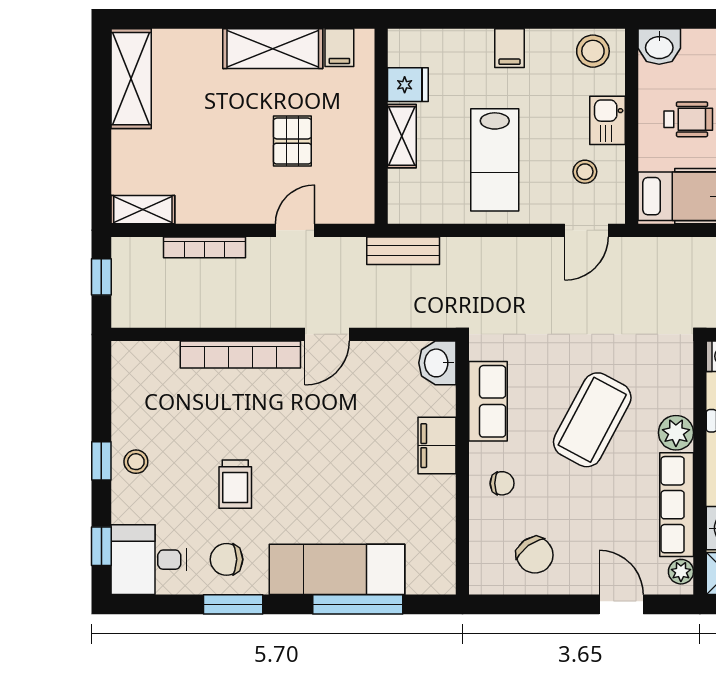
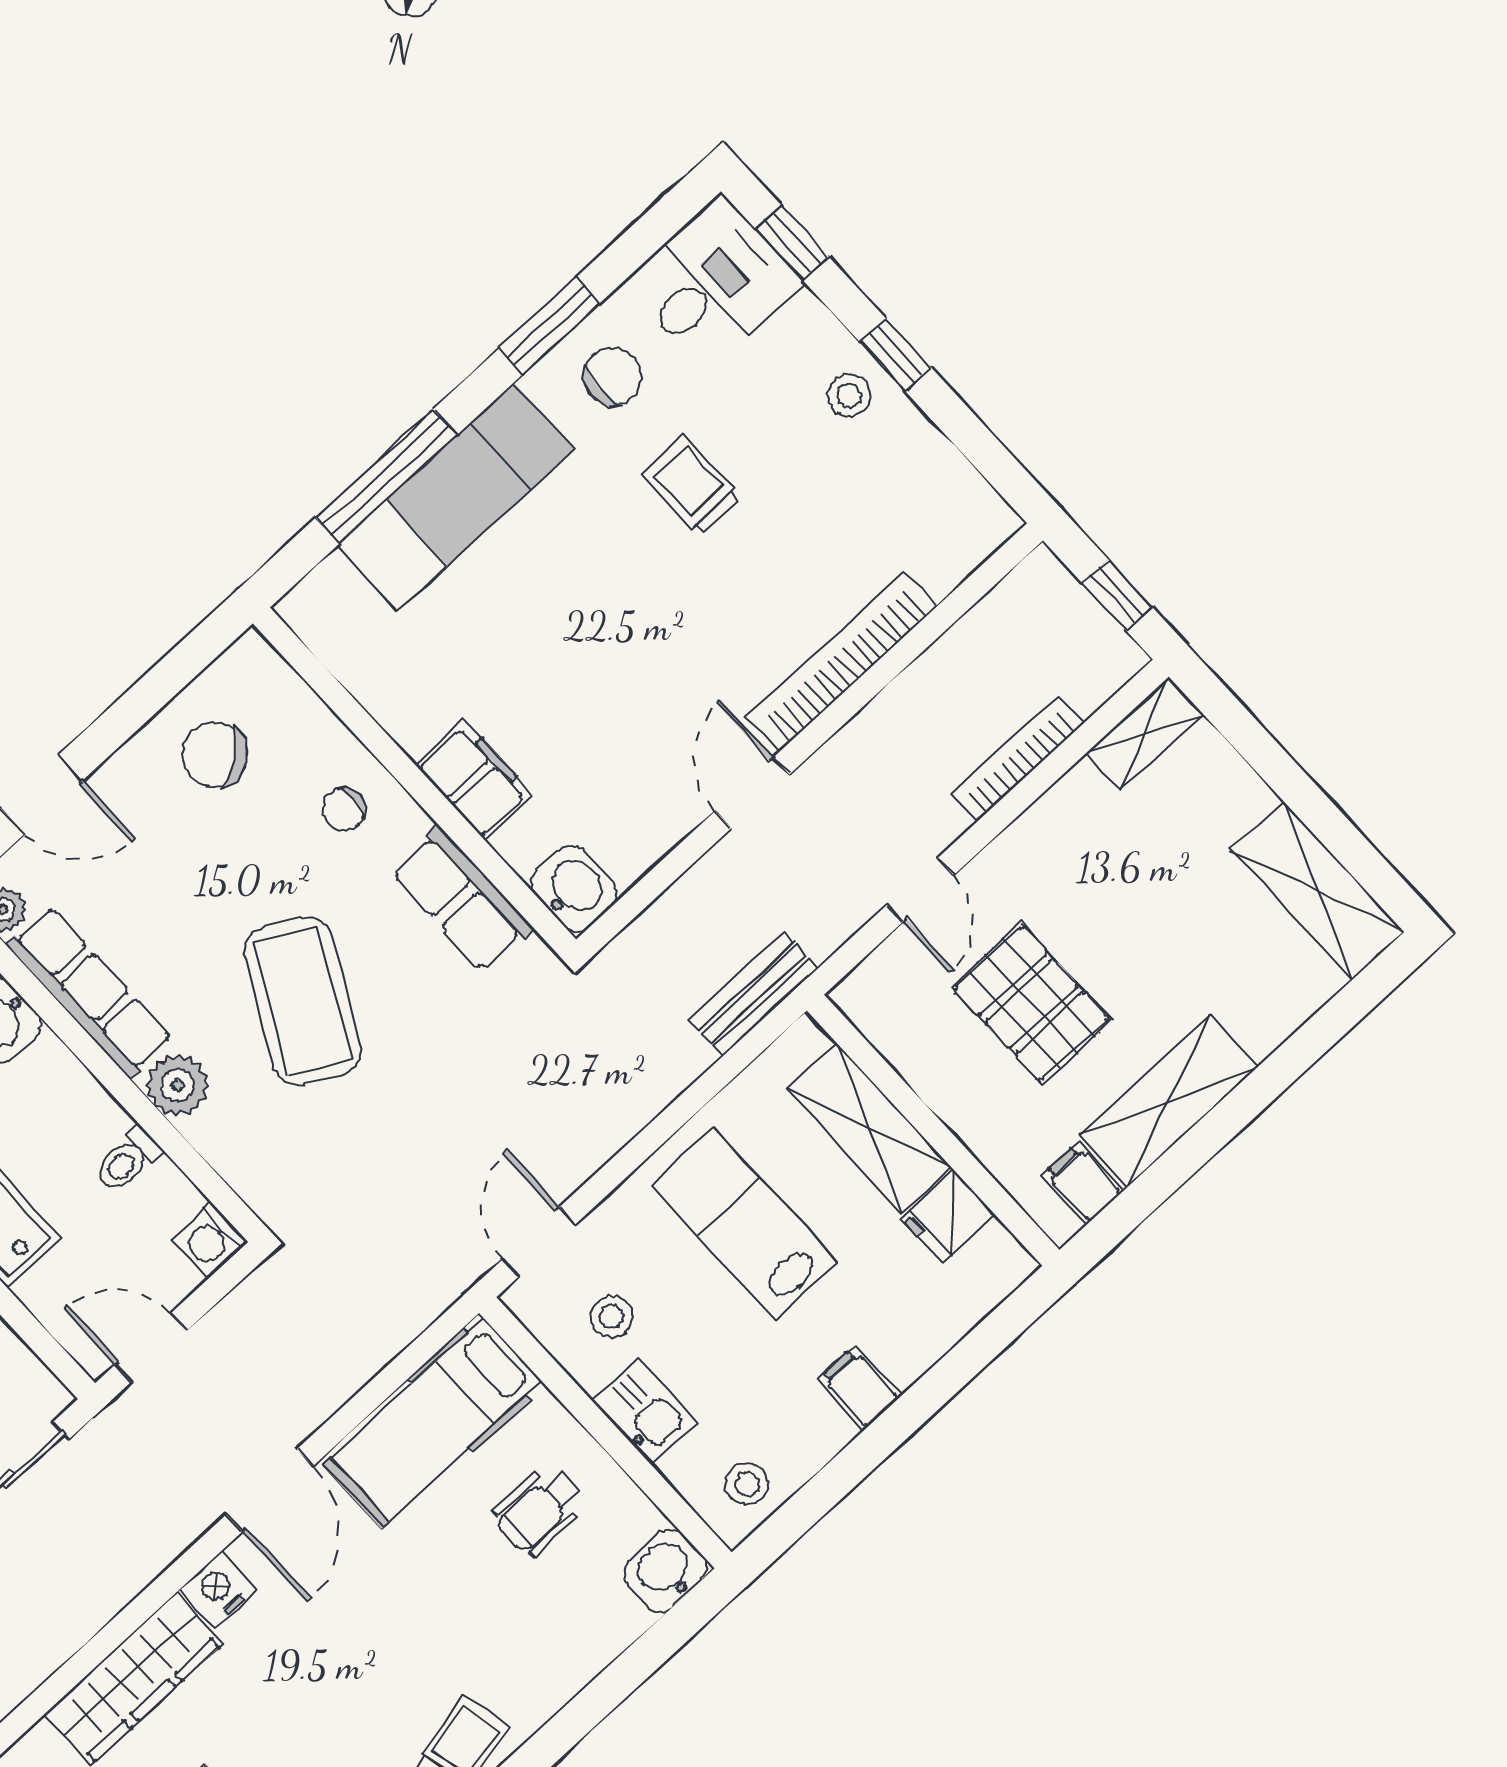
stool: (593, 51) -> (747, 1484), width x0.73, depth x0.73
shelving: (402, 136) -> (869, 1127), width x1.50, depth x1.33
pallet: (292, 141) -> (1031, 1004), width x1.50, depth x1.42

